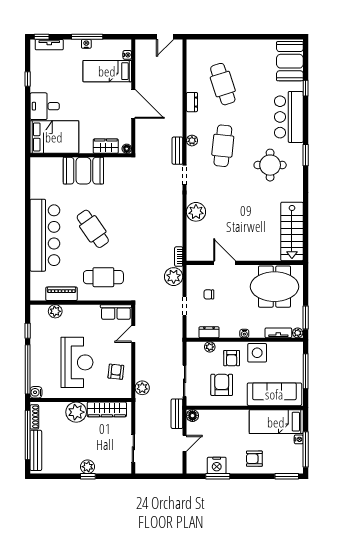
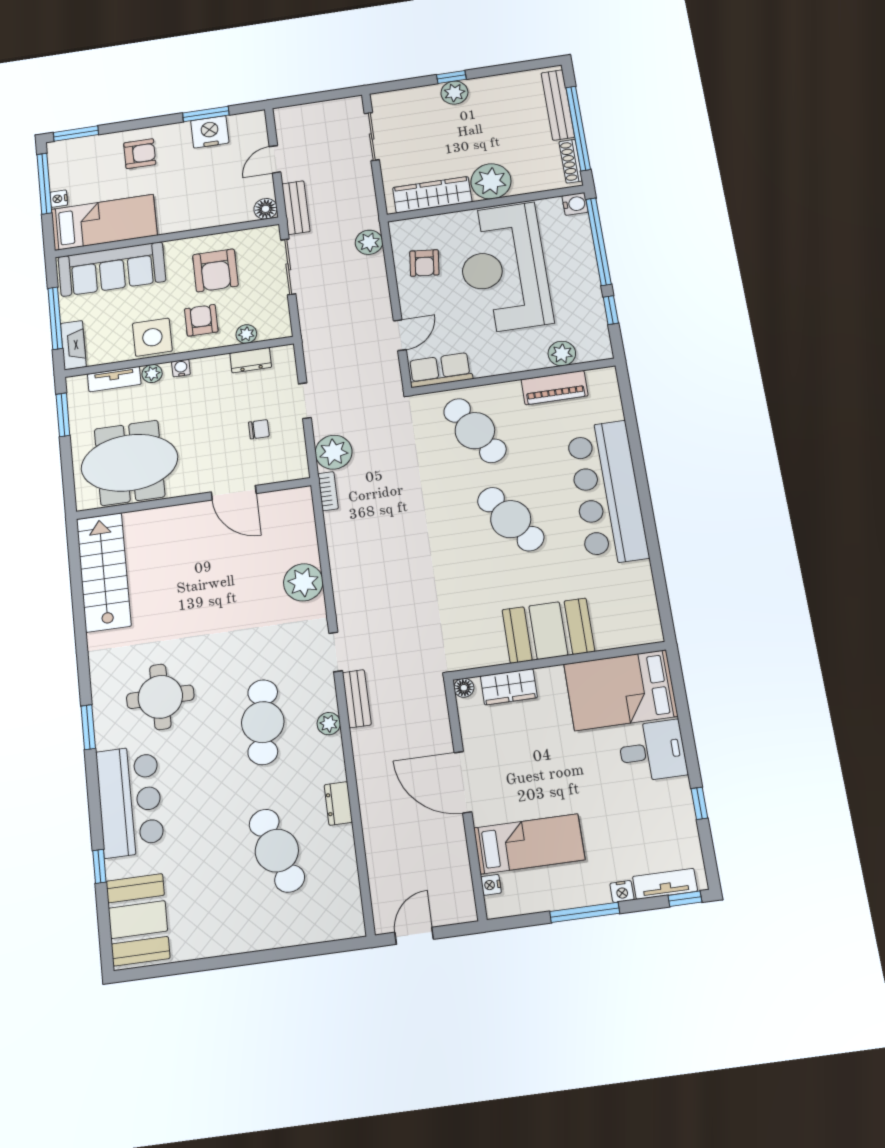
nightstand: (86, 44) -> (622, 892), moved
cafe table: (103, 277) -> (475, 431), turned 59
plant: (298, 333) -> (152, 374), moved
fireplace: (297, 355) -> (73, 345), added
reception desk: (77, 362) -> (503, 268), width x1.36, depth x1.30

